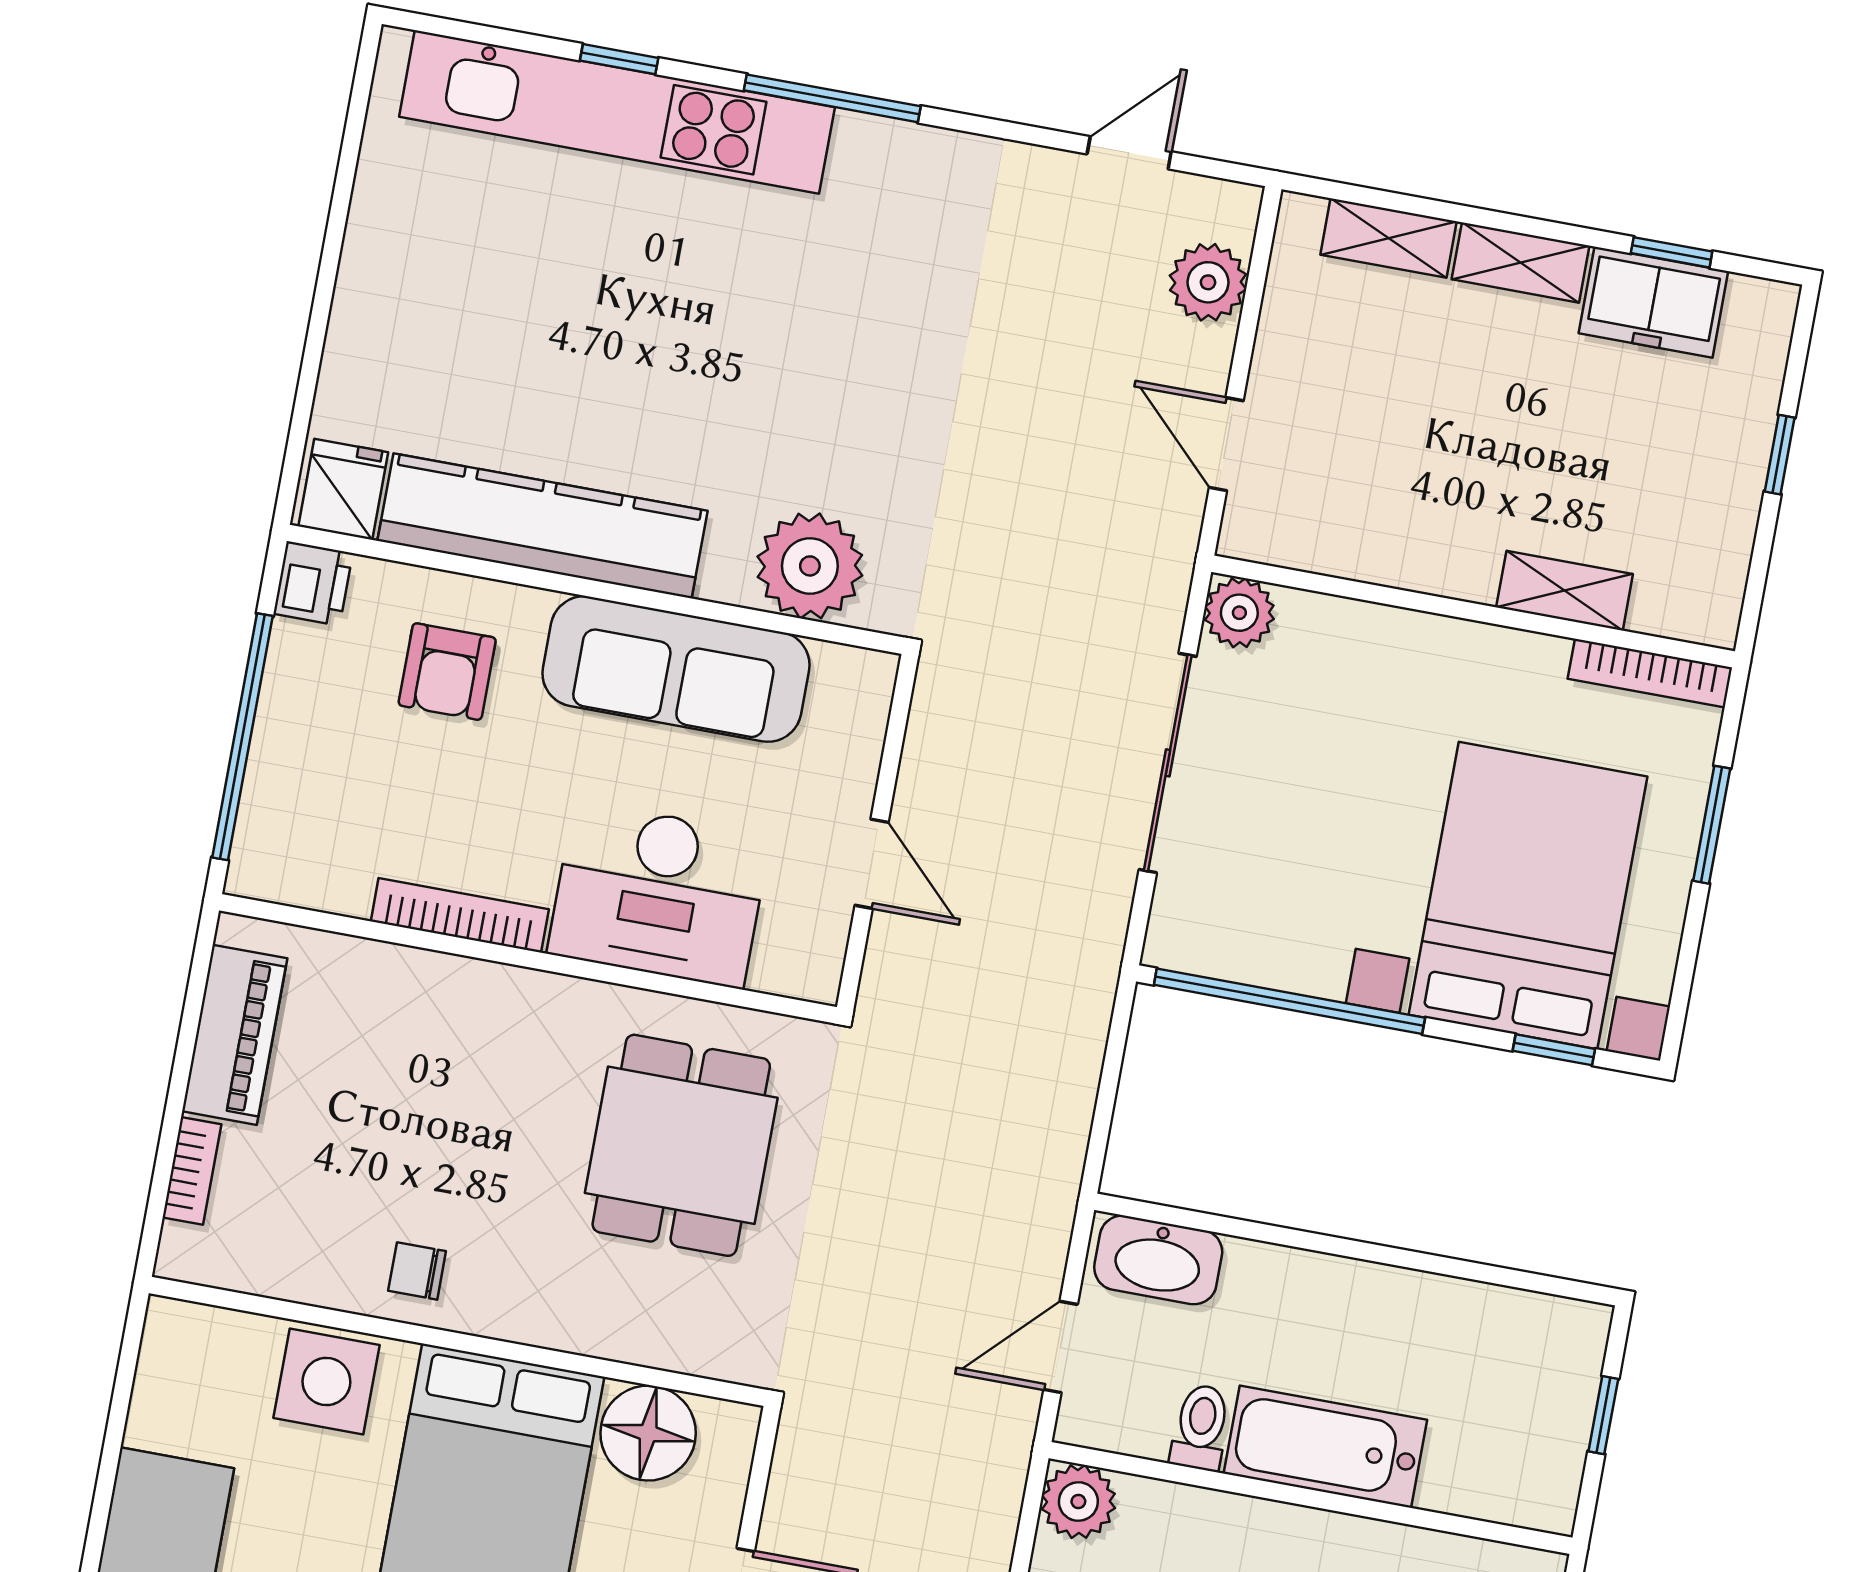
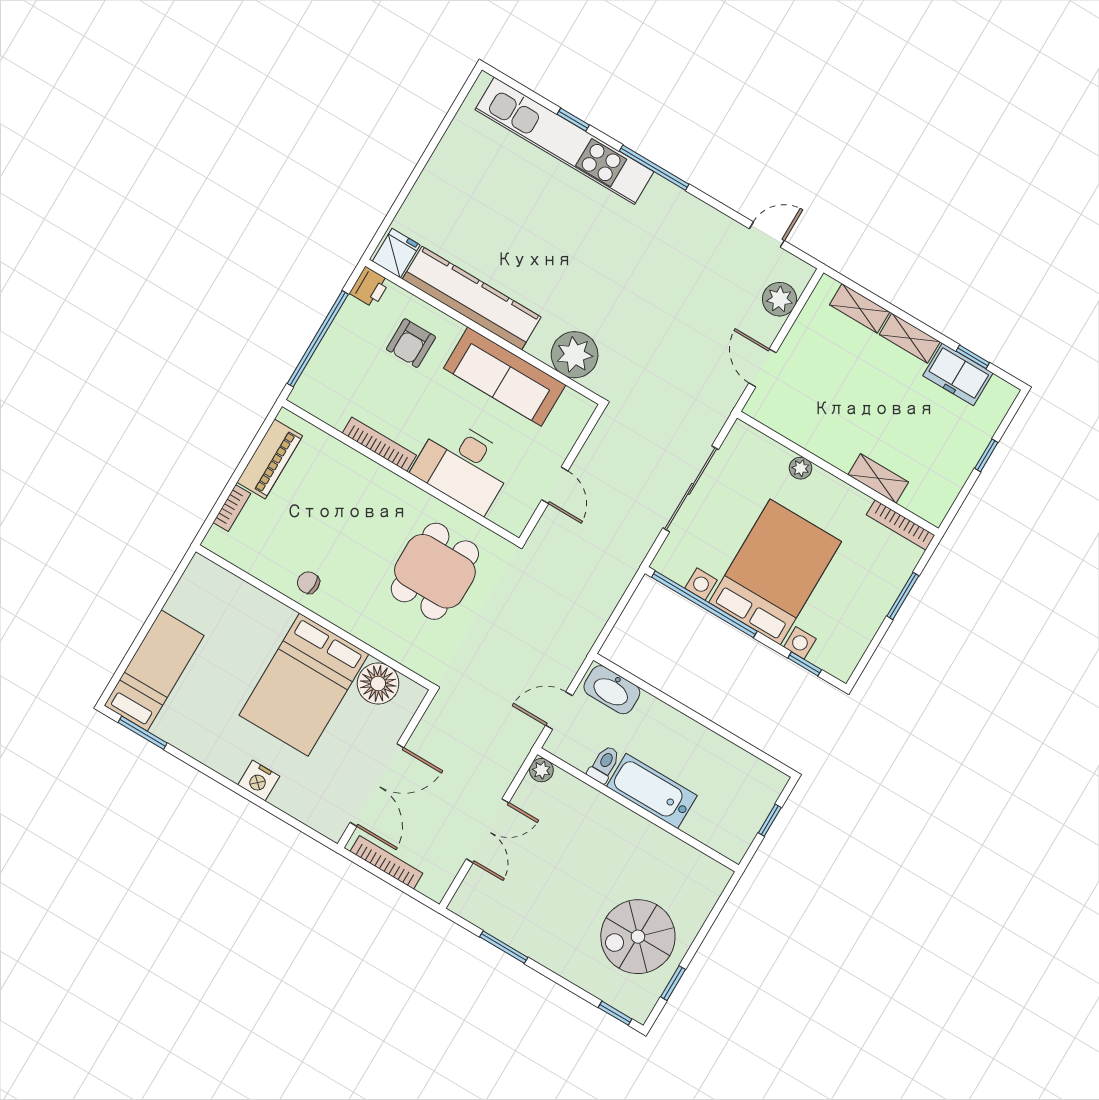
plant: (1239, 613) -> (801, 468), moved, width x0.73, depth x0.73
bed with nightstands: (1528, 896) -> (775, 572), moved
side table: (326, 1381) -> (255, 614), removed
plant: (1078, 1502) -> (541, 770), width x0.73, depth x0.73

